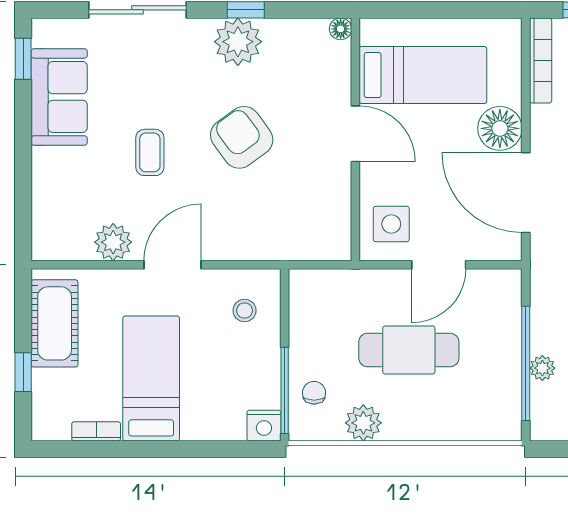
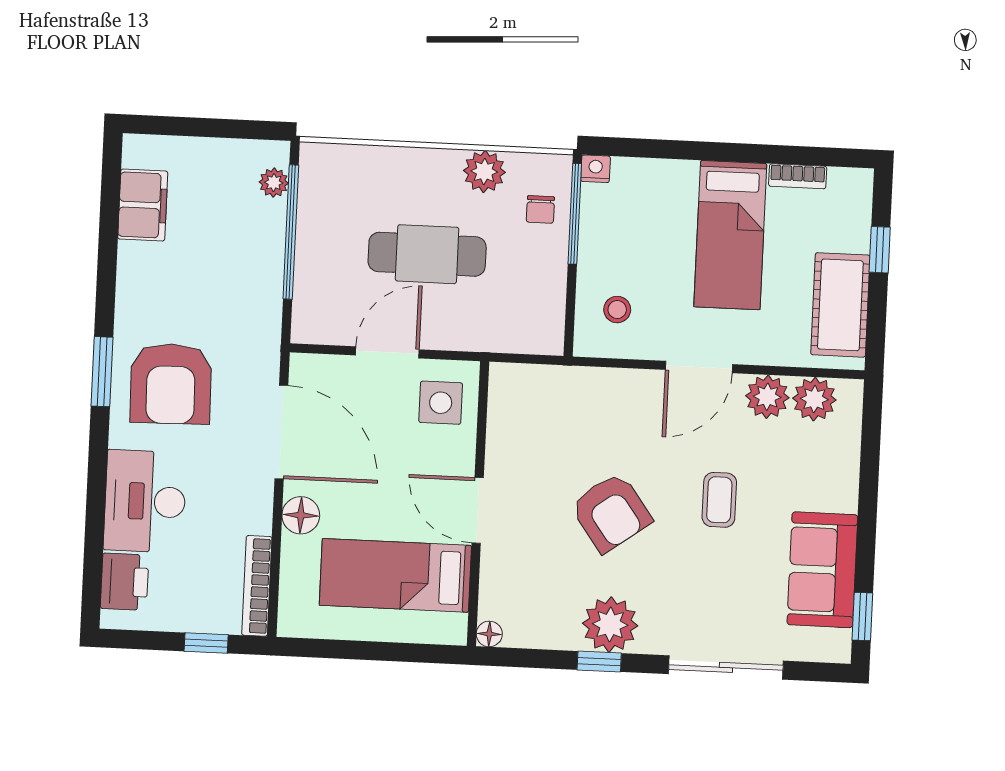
floor lamp: (500, 128) -> (301, 515), width x0.73, depth x0.73
plant: (73, 242) -> (814, 399), added
plant: (542, 368) -> (274, 183), moved
nightstand: (264, 426) -> (596, 169), width x0.72, depth x0.74

